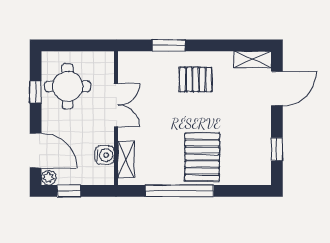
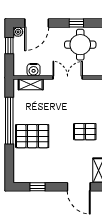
pallet: (196, 80) -> (85, 132), turned 90
double door: (116, 105) -> (68, 78), swing flipped

